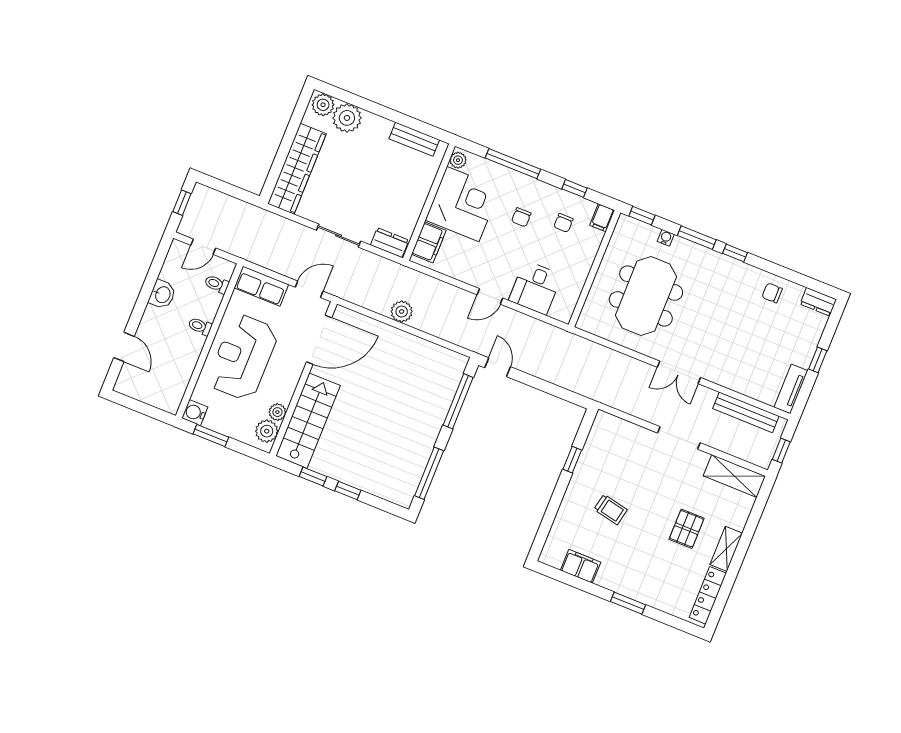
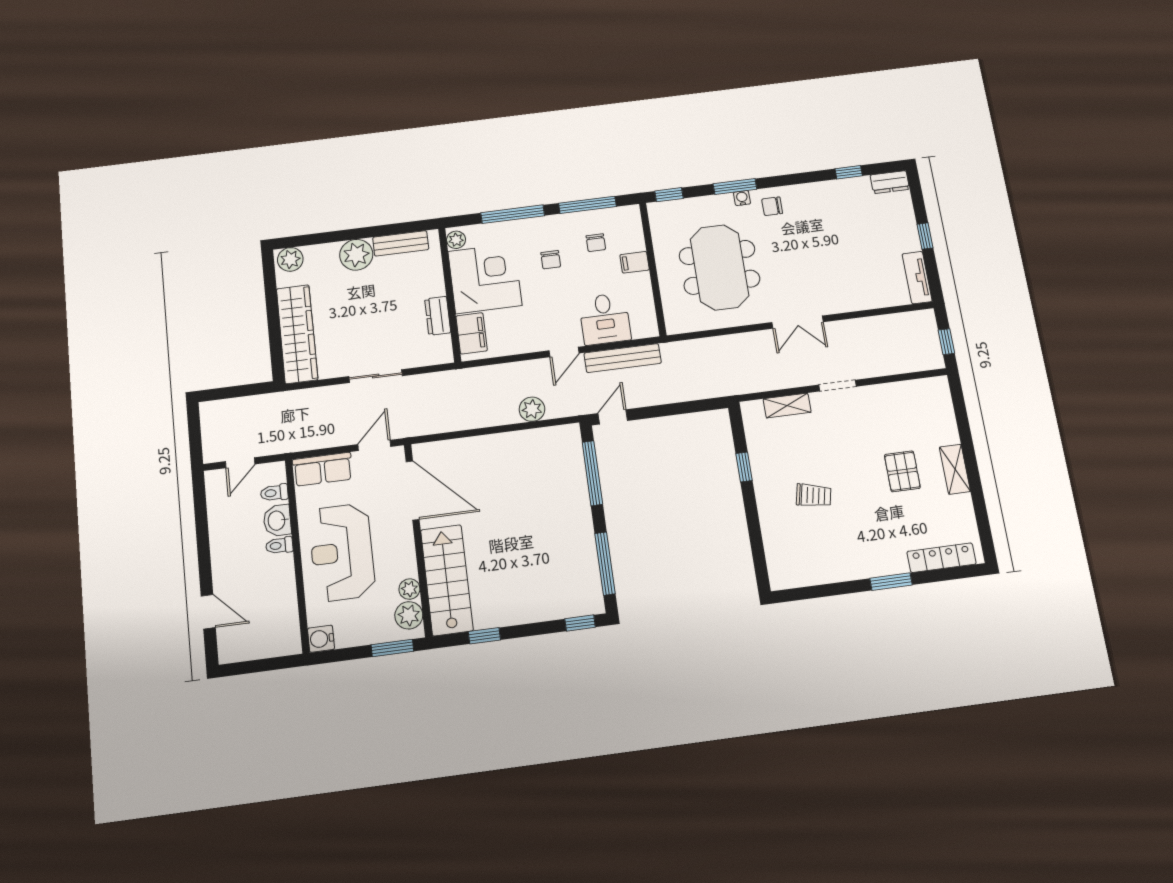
plant: (347, 118) -> (356, 255), moved
window: (575, 188) -> (587, 205), width x2.17
window: (182, 203) -> (195, 431), removed
filing cabinet: (602, 218) -> (635, 262), moved, turned 90
water cooler: (666, 238) -> (742, 198), moved
dresser: (390, 243) -> (438, 316), moved, turned -90
window: (735, 253) -> (849, 172), moved
chair: (772, 293) -> (772, 206), moved
washbasin: (162, 294) -> (277, 521), moved, turned 180
plant: (402, 312) -> (532, 409), moved
door: (319, 340) -> (413, 490), hinge flipped
door: (498, 367) -> (613, 417), hinge flipped
bench: (746, 412) -> (623, 358), moved
window: (211, 435) -> (392, 648), moved
doorway: (679, 438) -> (837, 386), width x0.73
shelving: (734, 476) -> (787, 406), moved, width x0.67, depth x0.75
window: (348, 491) -> (580, 623), moved
filing cabinet: (581, 566) -> (819, 571), removed
locker: (708, 595) -> (942, 558), moved, turned 90

